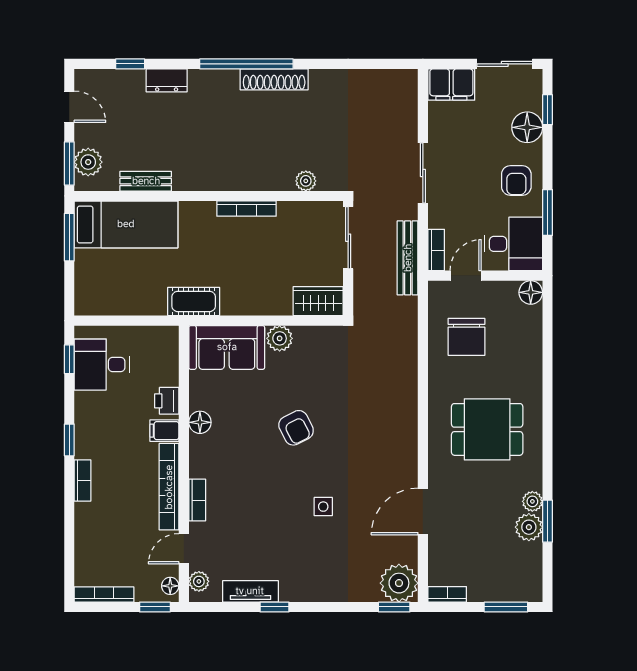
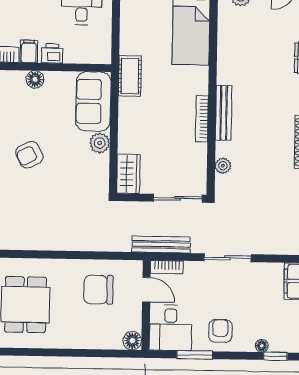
floor lamp: (527, 127) -> (262, 346), width x0.53, depth x0.53
armchair: (516, 180) -> (220, 331), turned 90
bench: (146, 181) -> (224, 113), moved, width x1.36

